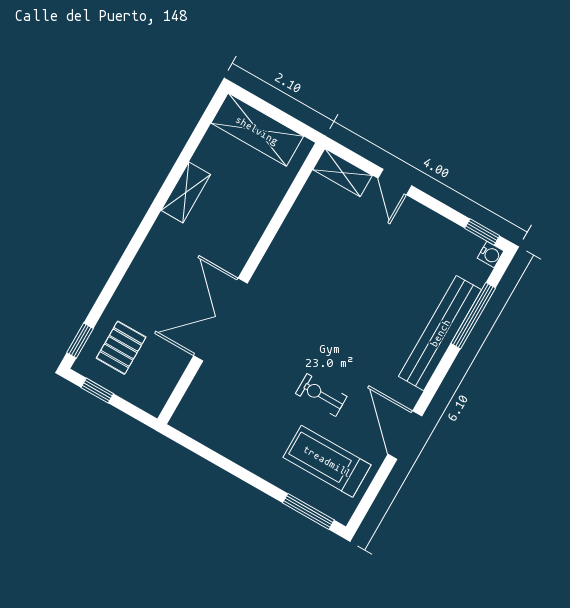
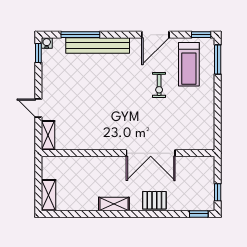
shelving: (257, 130) -> (48, 195), width x0.67, depth x0.75
door: (395, 182) -> (38, 108), swing flipped
shelving: (186, 192) -> (114, 204), moved
pallet: (121, 348) -> (154, 200), moved
window: (363, 508) -> (201, 35), added

